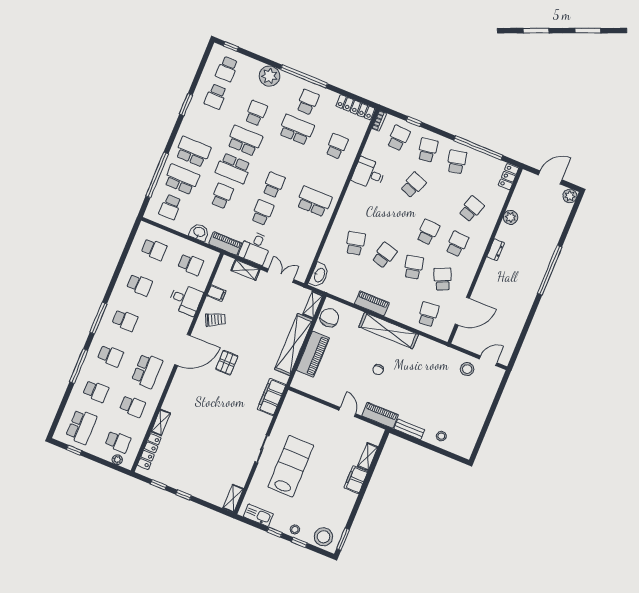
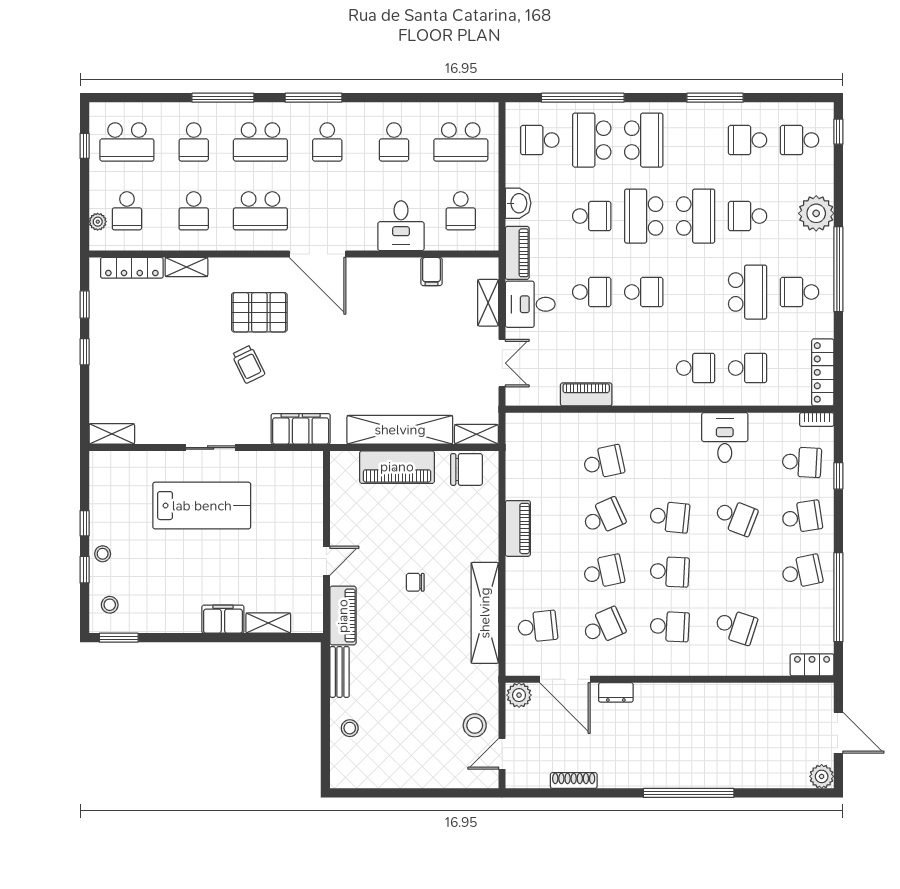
school desk: (308, 102) -> (800, 292), turned 180
window: (186, 105) -> (715, 98), width x1.44
school desk: (256, 113) -> (748, 216), turned 180
school desk: (182, 179) -> (592, 140), turned 180
school desk: (314, 201) -> (696, 368), moved, width x0.54
plant: (511, 217) -> (519, 695), moved
school desk: (399, 220) -> (670, 517), added
piano: (316, 238) -> (586, 394), added
school desk: (154, 249) -> (461, 142), width x1.85
dresser: (496, 250) -> (616, 692), moved
school desk: (384, 255) -> (604, 517), turned -39
washbasin: (319, 275) -> (529, 425), removed
trolley: (215, 320) -> (248, 364), moved
shoe rack: (518, 329) -> (574, 781), added
shelving: (389, 331) -> (485, 613), moved
school desk: (110, 356) -> (260, 142), width x1.85
door: (488, 361) -> (502, 754), swing flipped
pallet: (227, 363) -> (259, 312), moved, width x1.50, depth x1.42
kitchen sink: (258, 515) -> (101, 485), removed
stool: (323, 537) -> (110, 605), width x0.53, depth x0.53

